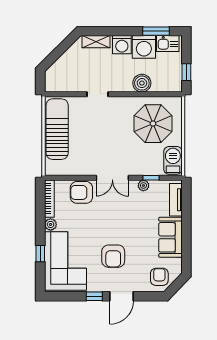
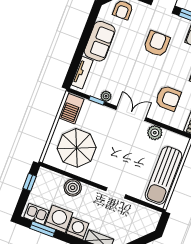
plant: (82, 168) -> (155, 133), added
armchair: (81, 192) -> (168, 98), moved

